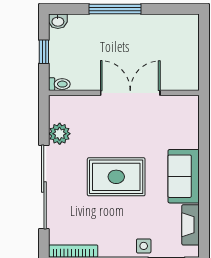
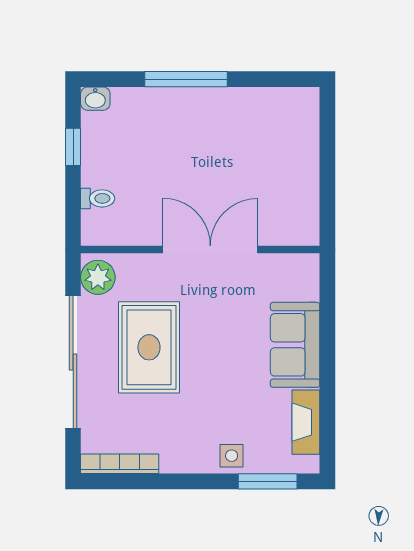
wall: (124, 93) -> (200, 249), moved
double door: (130, 93) -> (210, 249), moved
rug: (116, 177) -> (149, 347), moved, turned 90

